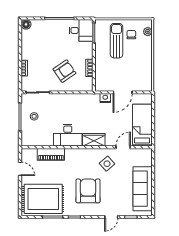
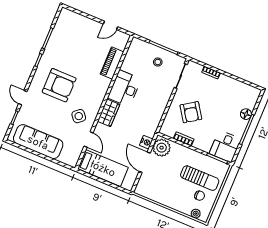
floor lamp: (26, 24) -> (246, 114), moved
plant: (104, 83) -> (162, 148), added
rug: (43, 199) -> (70, 36), removed

